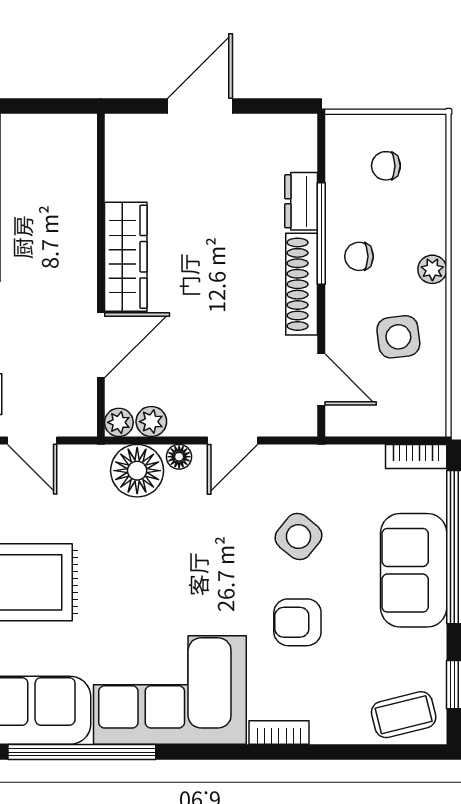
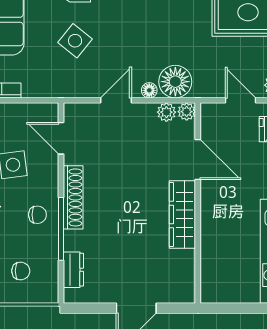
dresser: (301, 201) -> (73, 270), moved
door: (101, 345) -> (198, 160), swing flipped

